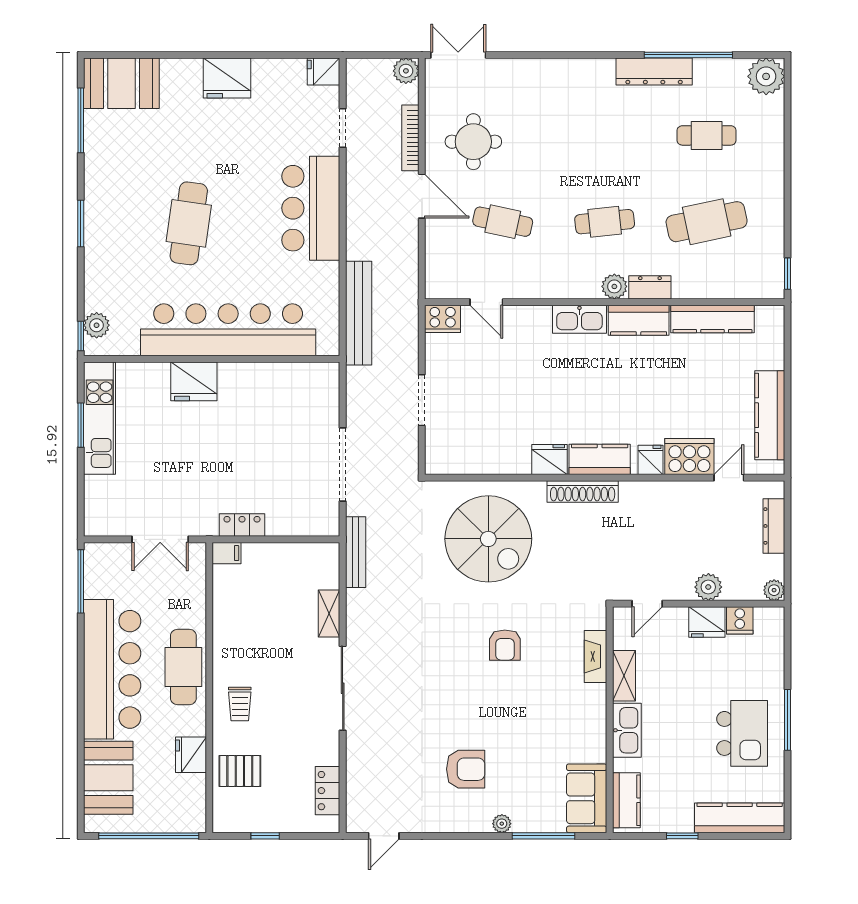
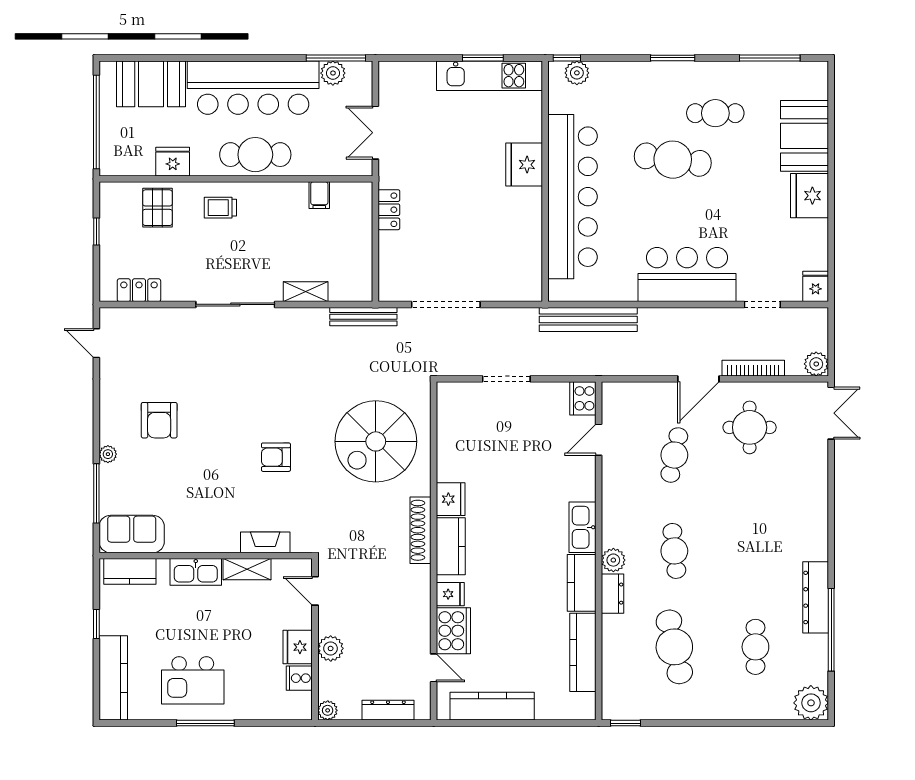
booth: (121, 83) -> (805, 136), moved
cafe table: (139, 178) -> (715, 113), added
filing cabinet: (227, 553) -> (319, 195), moved
plant: (97, 584) -> (333, 73), added

